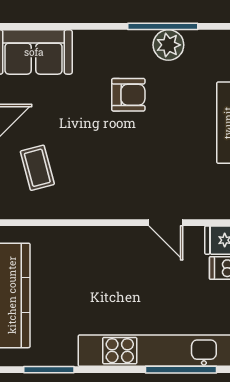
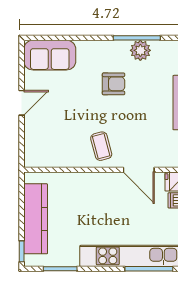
coffee table: (37, 168) -> (101, 146), moved
door: (166, 223) -> (139, 170), width x1.38

